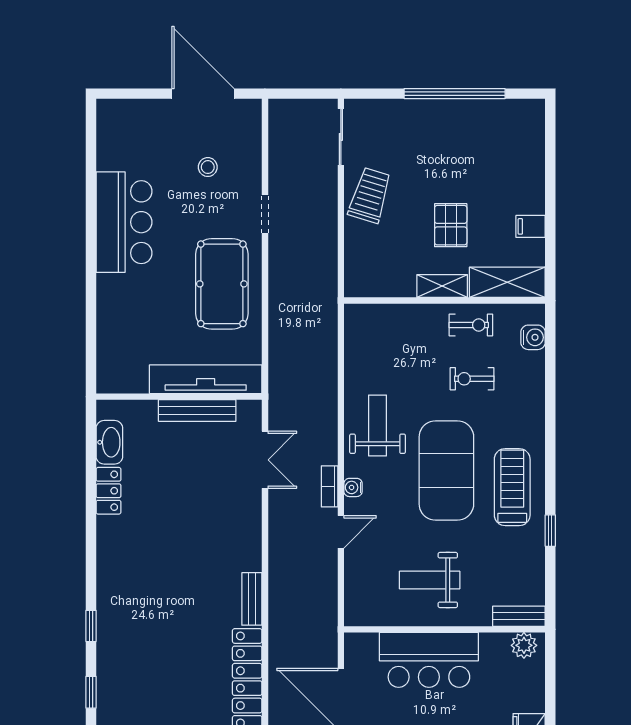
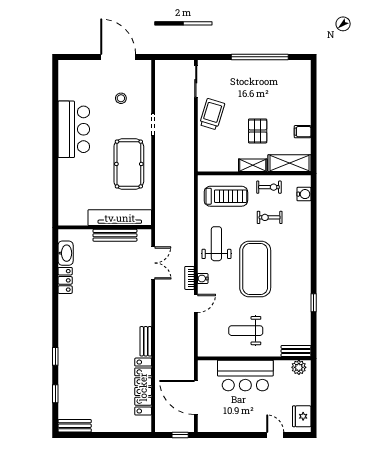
treadmill: (512, 487) -> (226, 196), moved, turned 90

